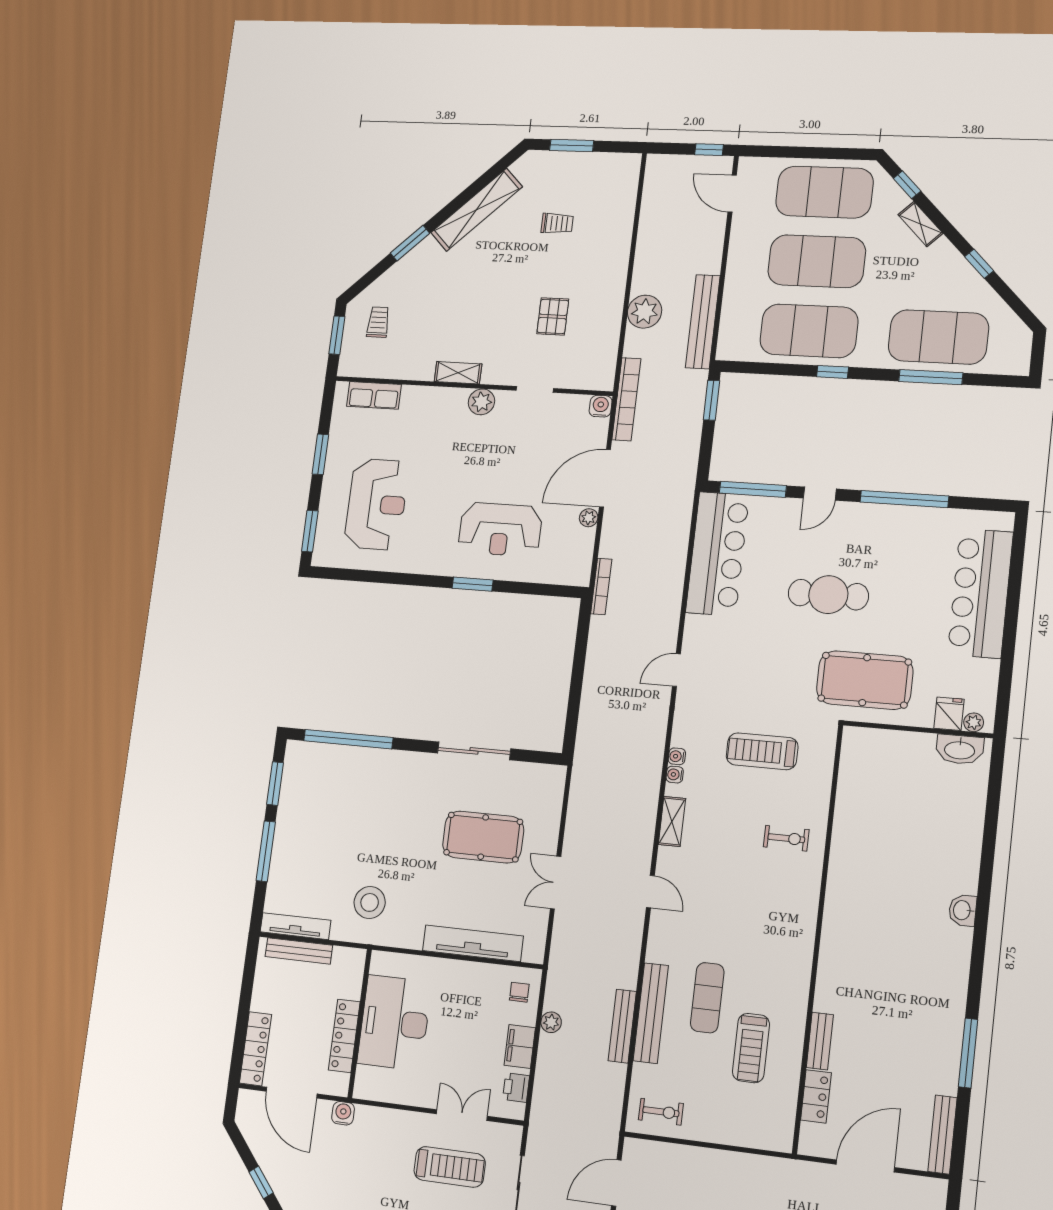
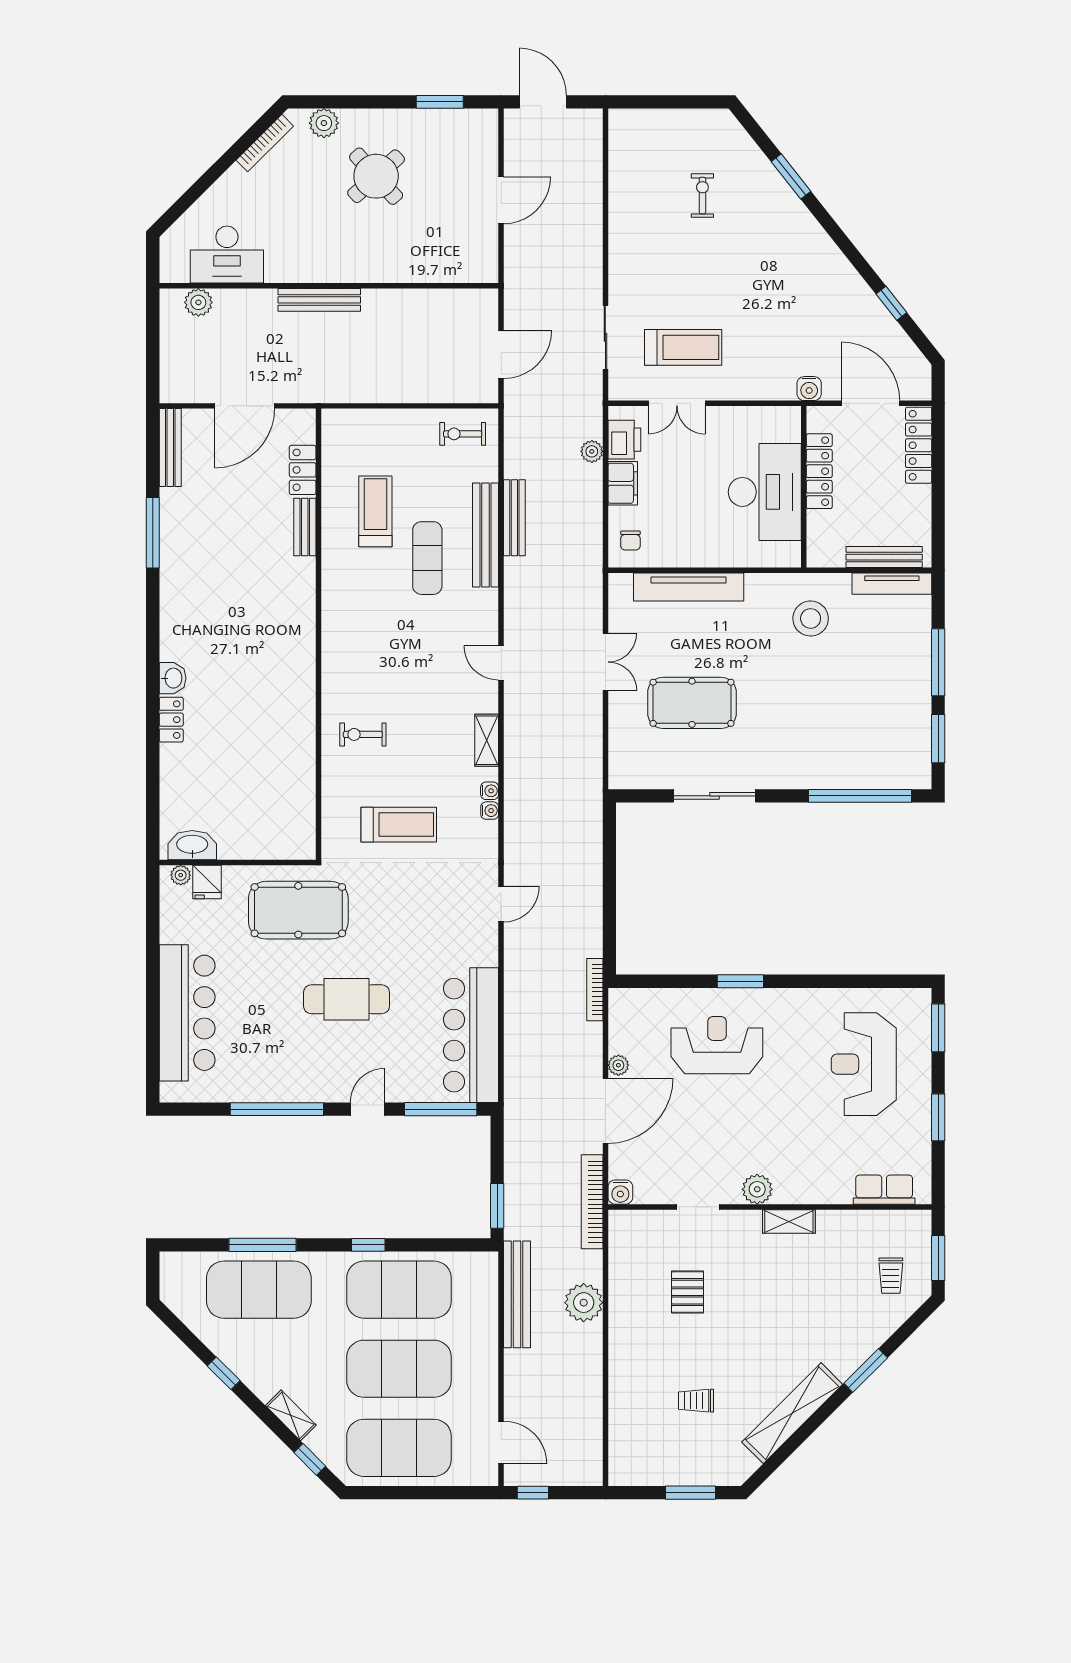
locker: (968, 871) -> (171, 720), added
plant: (551, 1022) -> (592, 451), moved
printer: (516, 1088) -> (624, 440), width x1.36, depth x1.24
treadmill: (450, 1167) -> (683, 347), turned 180

